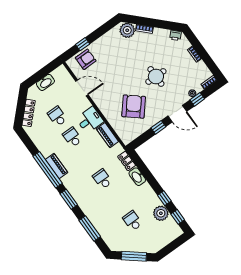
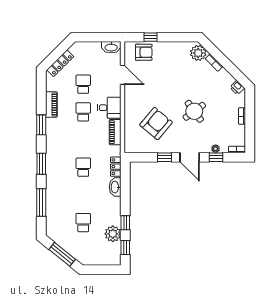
round table: (156, 76) -> (194, 111), turned -36
washbasin: (45, 82) -> (111, 47), moved
piano: (56, 166) -> (51, 105), moved
window: (48, 170) -> (41, 125), width x0.47

